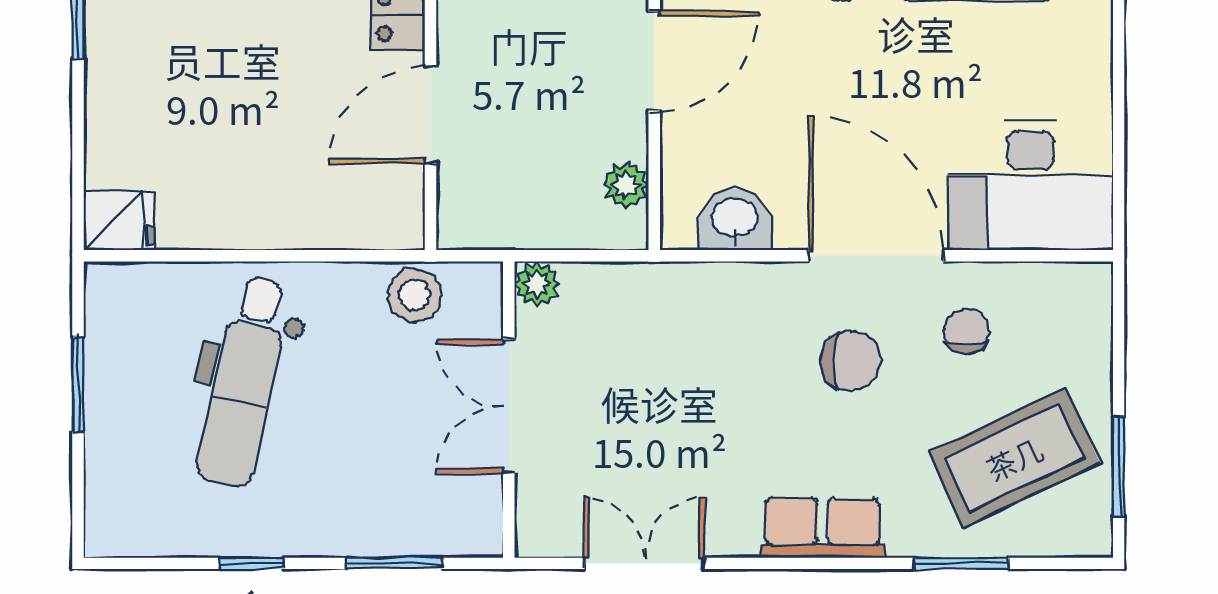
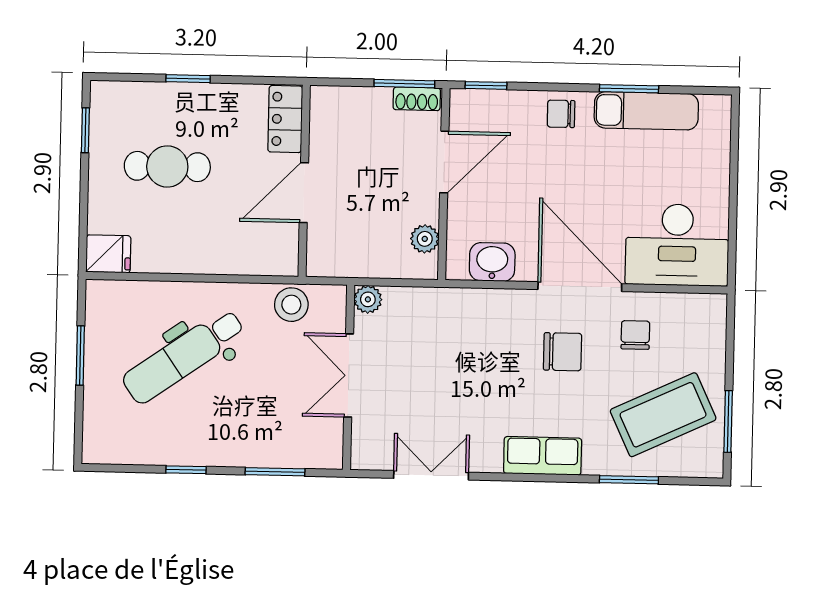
cafe table: (211, 78) -> (167, 167), added
dental chair: (244, 381) -> (184, 356), turned 43

